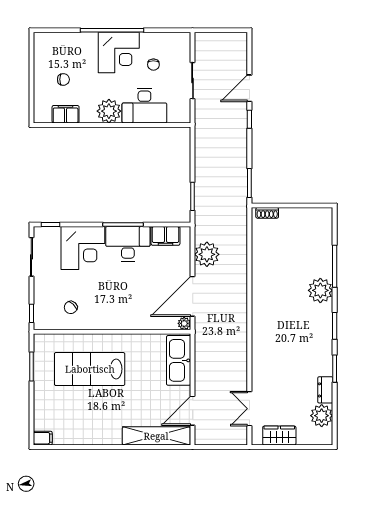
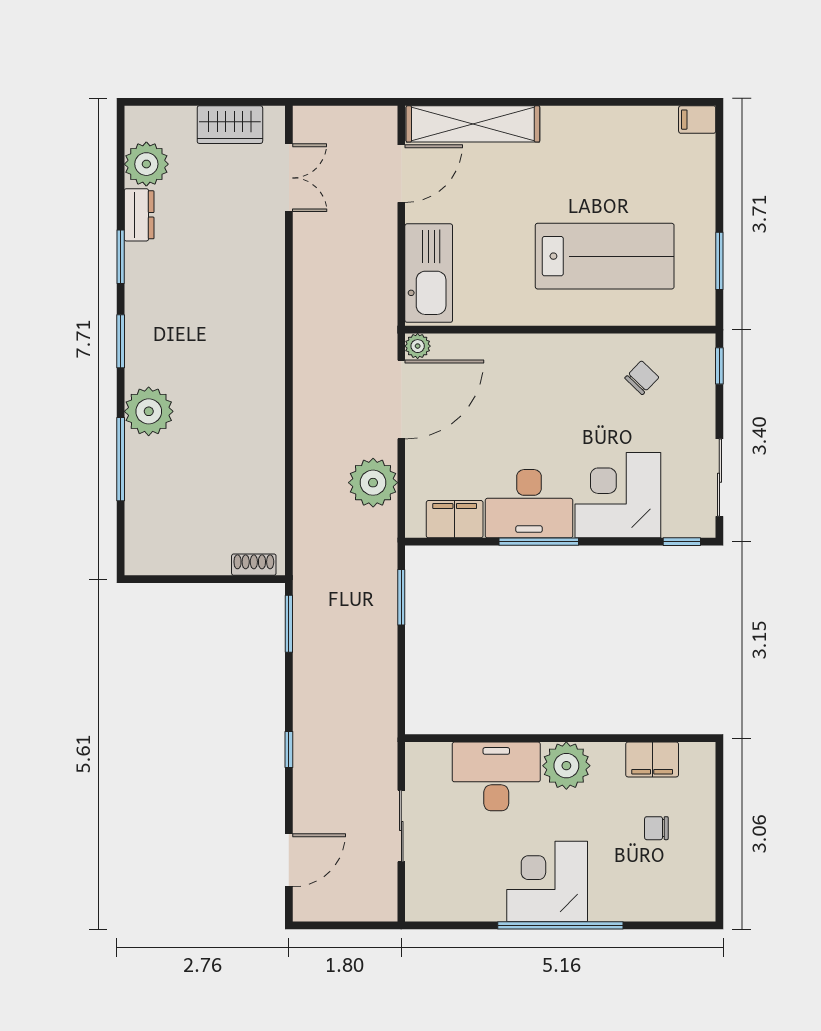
chair: (153, 65) -> (478, 858), removed
door: (249, 88) -> (289, 860), moved

